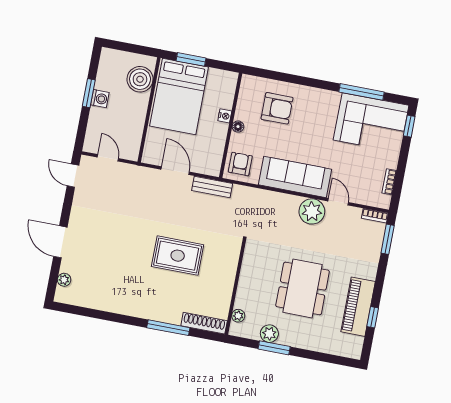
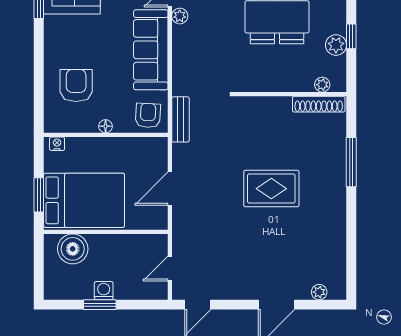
nightstand: (225, 116) -> (57, 144), moved
armchair: (240, 164) -> (148, 115), turned 93
bench: (212, 187) -> (180, 119), moved
plant: (312, 211) -> (180, 16), width x0.53, depth x0.53
rug: (178, 256) -> (271, 189), moved, turned 90
shoe rack: (204, 323) -> (319, 104), moved, turned -90
window: (274, 348) -> (351, 36), width x0.67

